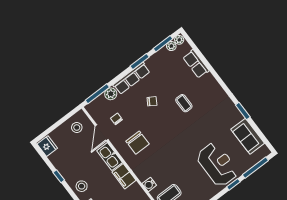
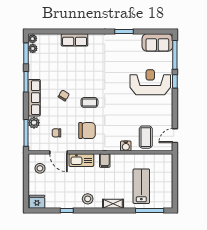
row of seats: (196, 64) -> (75, 40), moved
coffee table: (184, 103) -> (89, 102), moved
sofa: (248, 136) -> (157, 43), moved
filing cabinet: (124, 176) -> (105, 161), width x0.50

